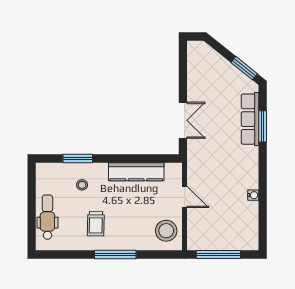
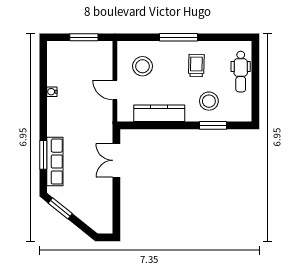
stool: (82, 185) -> (209, 101), width x1.89, depth x1.89
stool: (166, 231) -> (142, 66), moved
window: (218, 254) -> (84, 37), width x0.69

